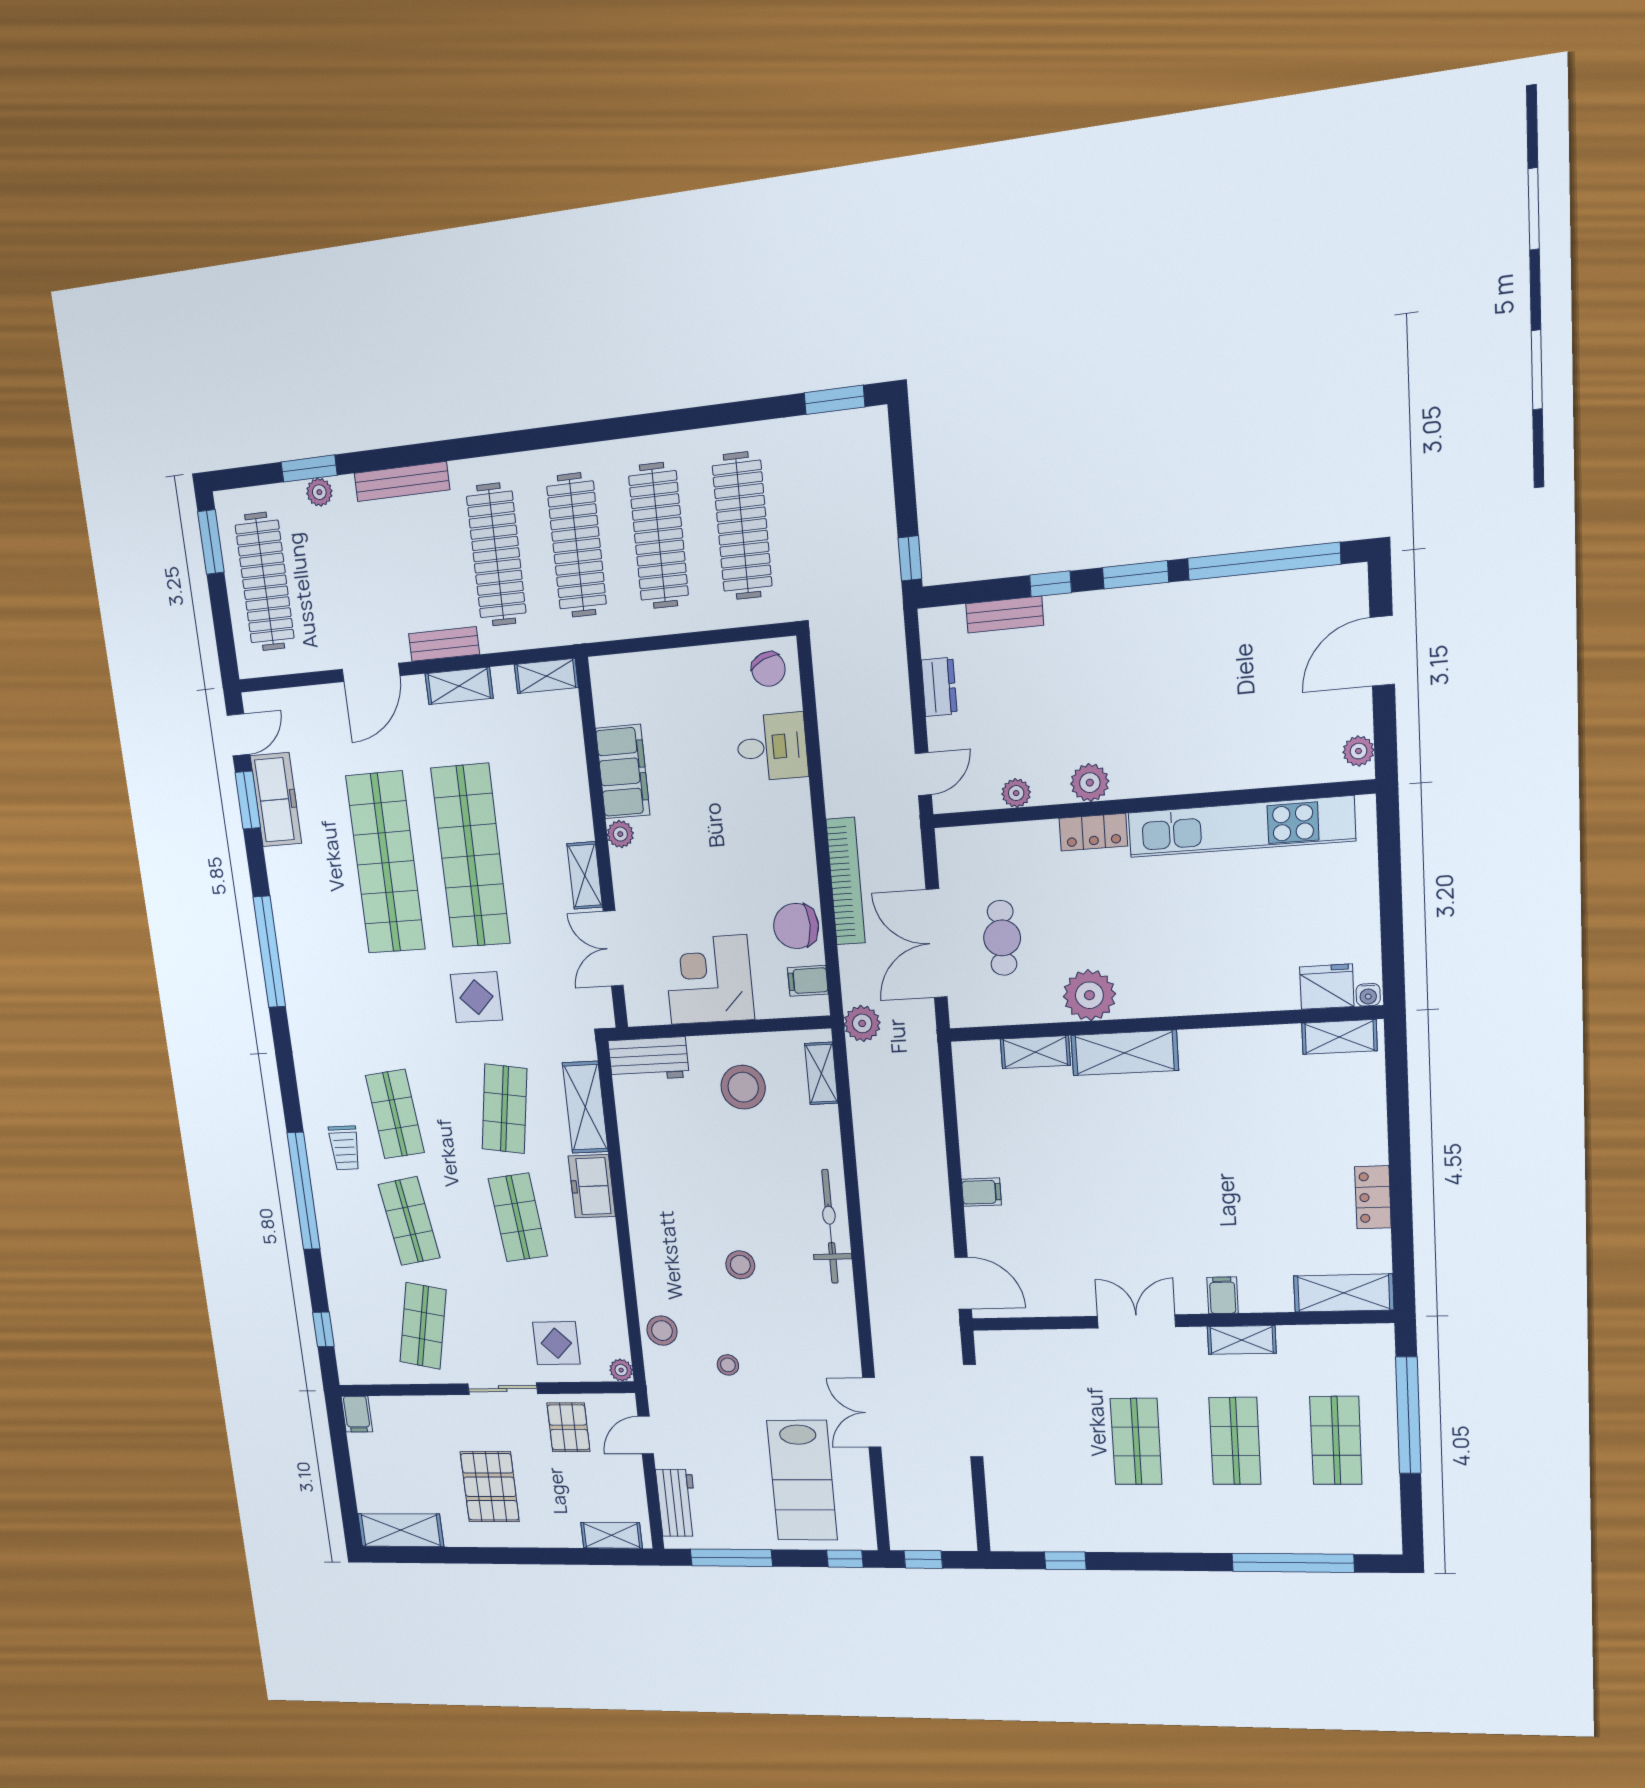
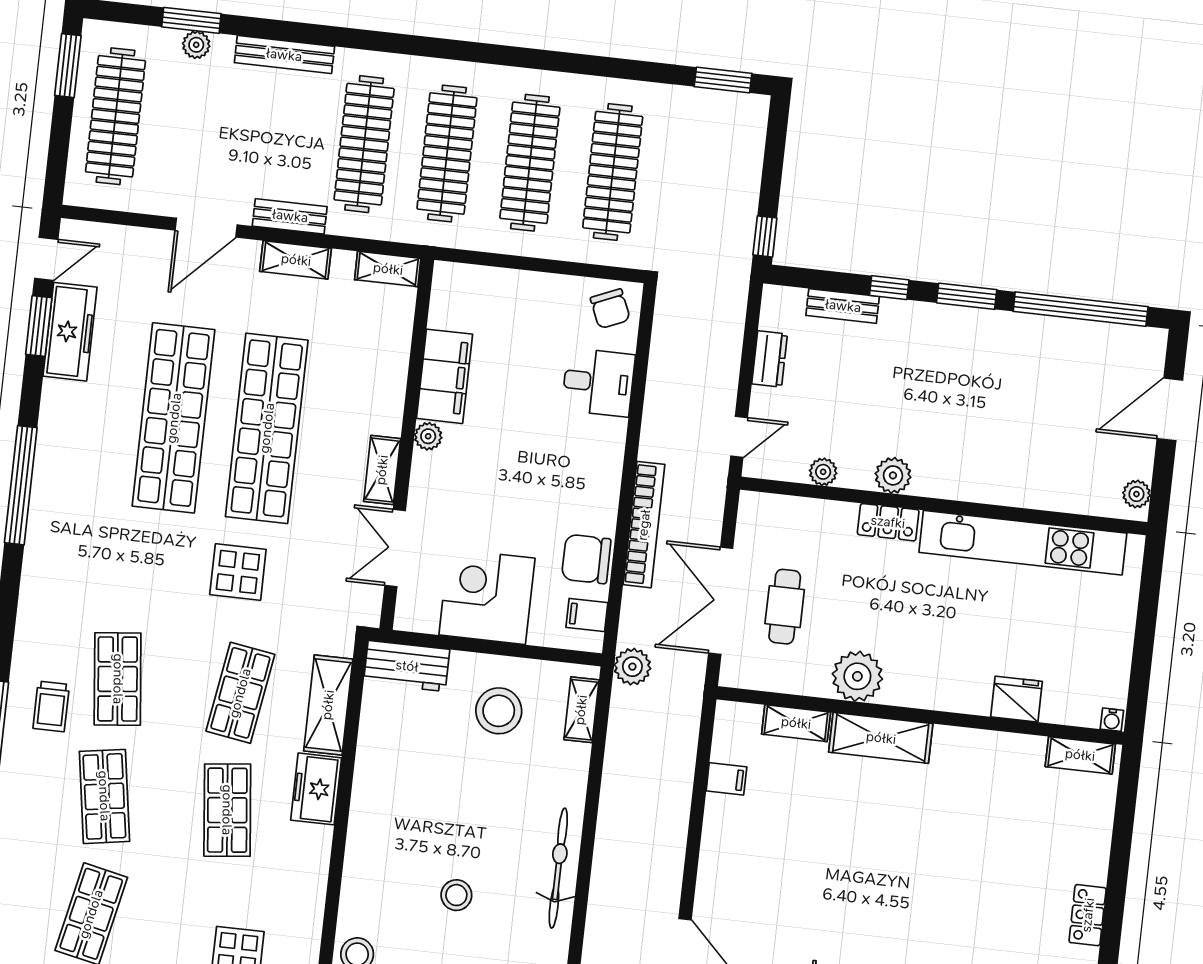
fridge: (1327, 987) -> (1017, 699), moved
filing cabinet: (981, 1192) -> (726, 779), moved

